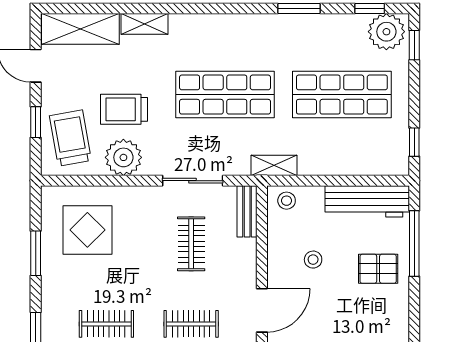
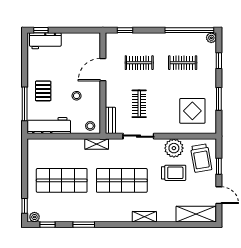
shelving: (144, 24) -> (144, 217), moved
plant: (386, 32) -> (34, 217), width x0.53, depth x0.53
window: (414, 142) -> (25, 156), removed
pallet: (378, 269) -> (43, 91), turned 90

